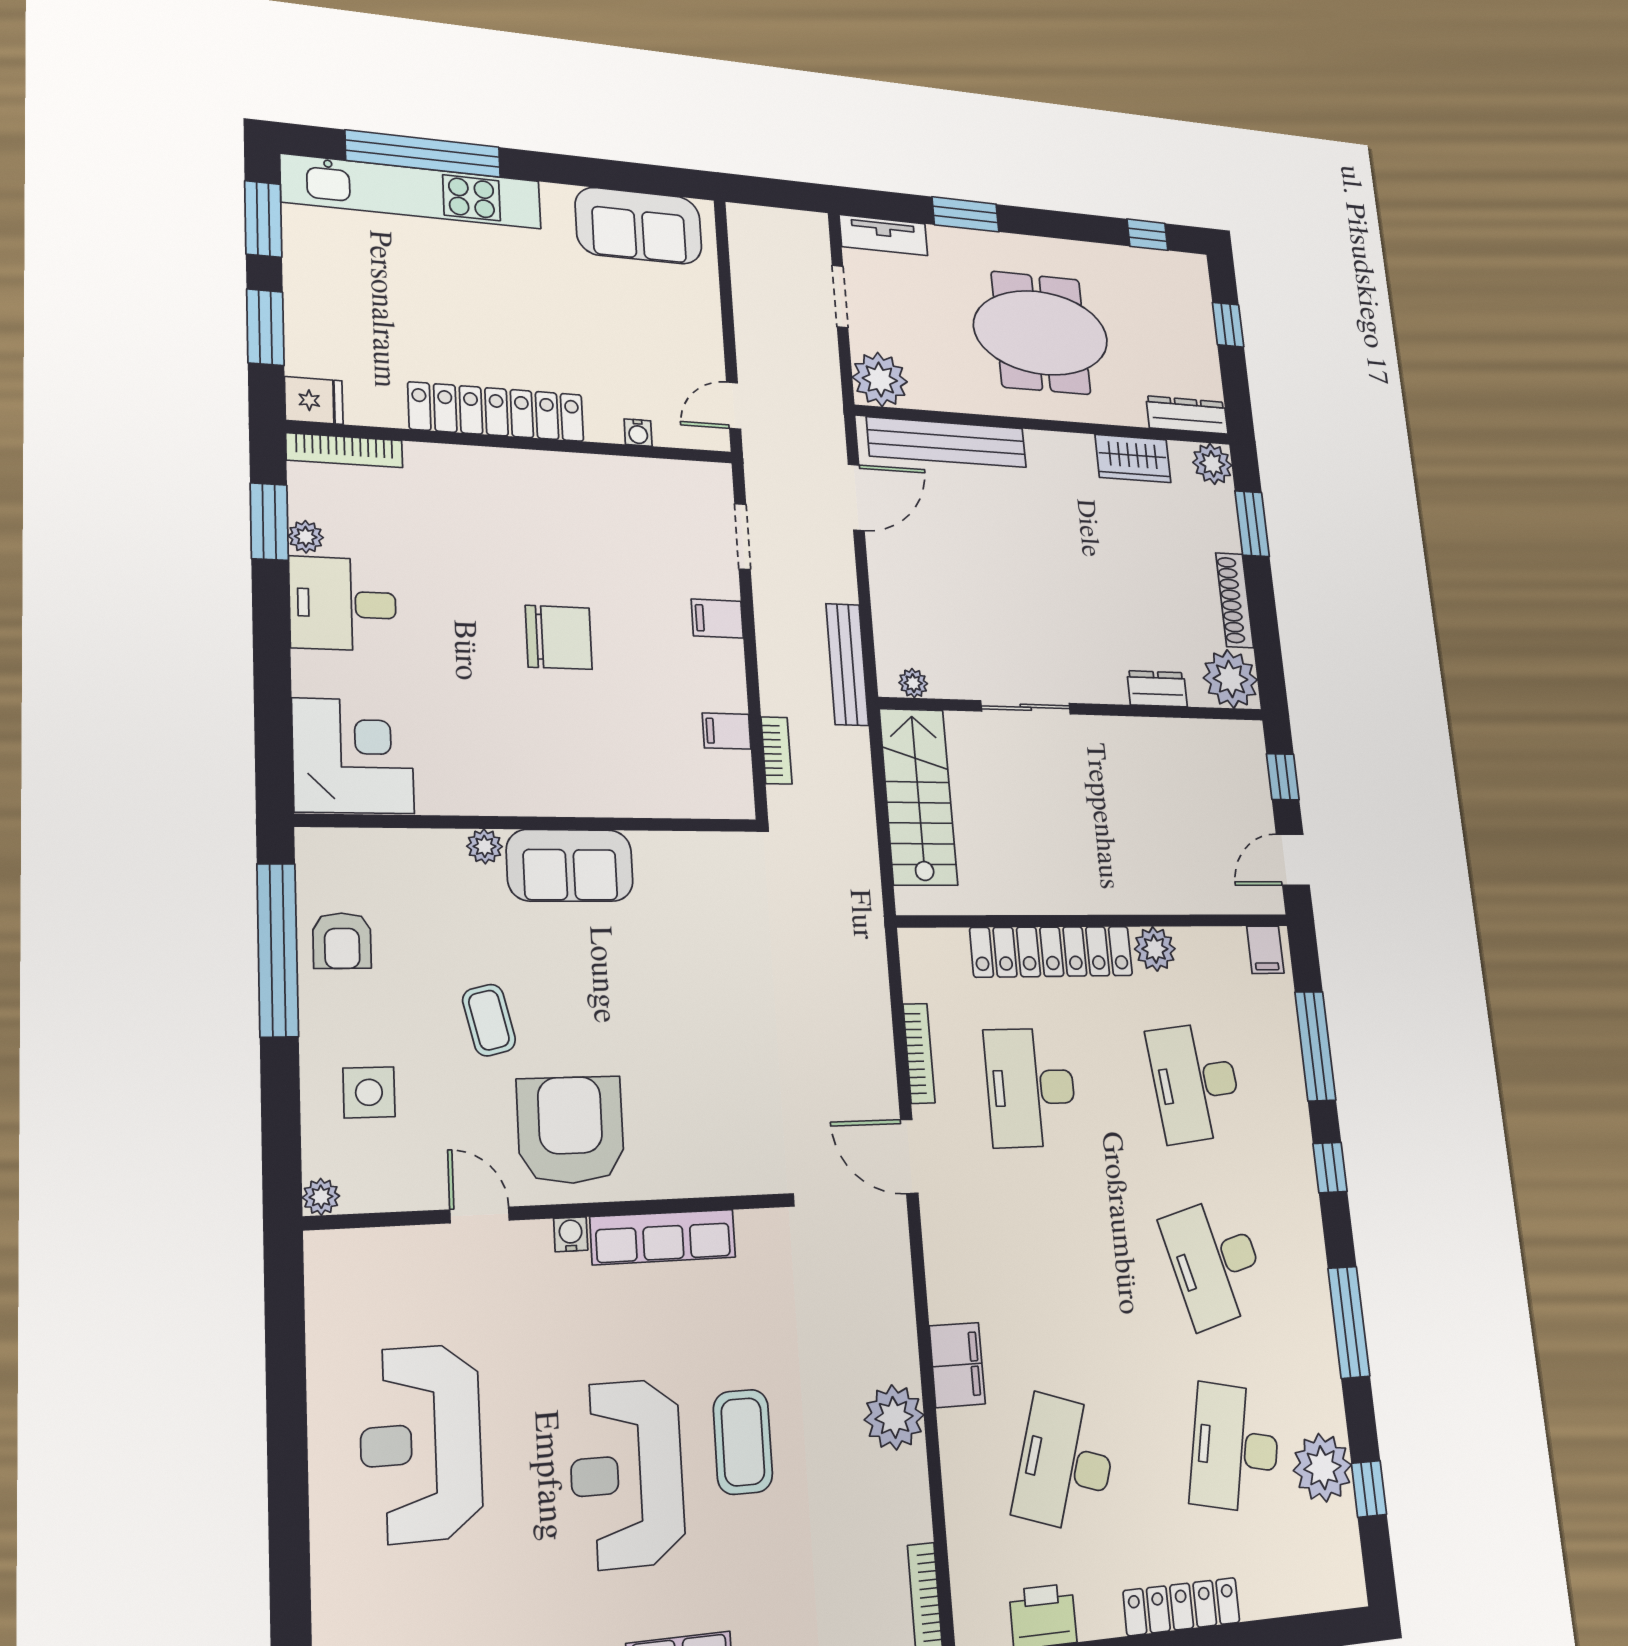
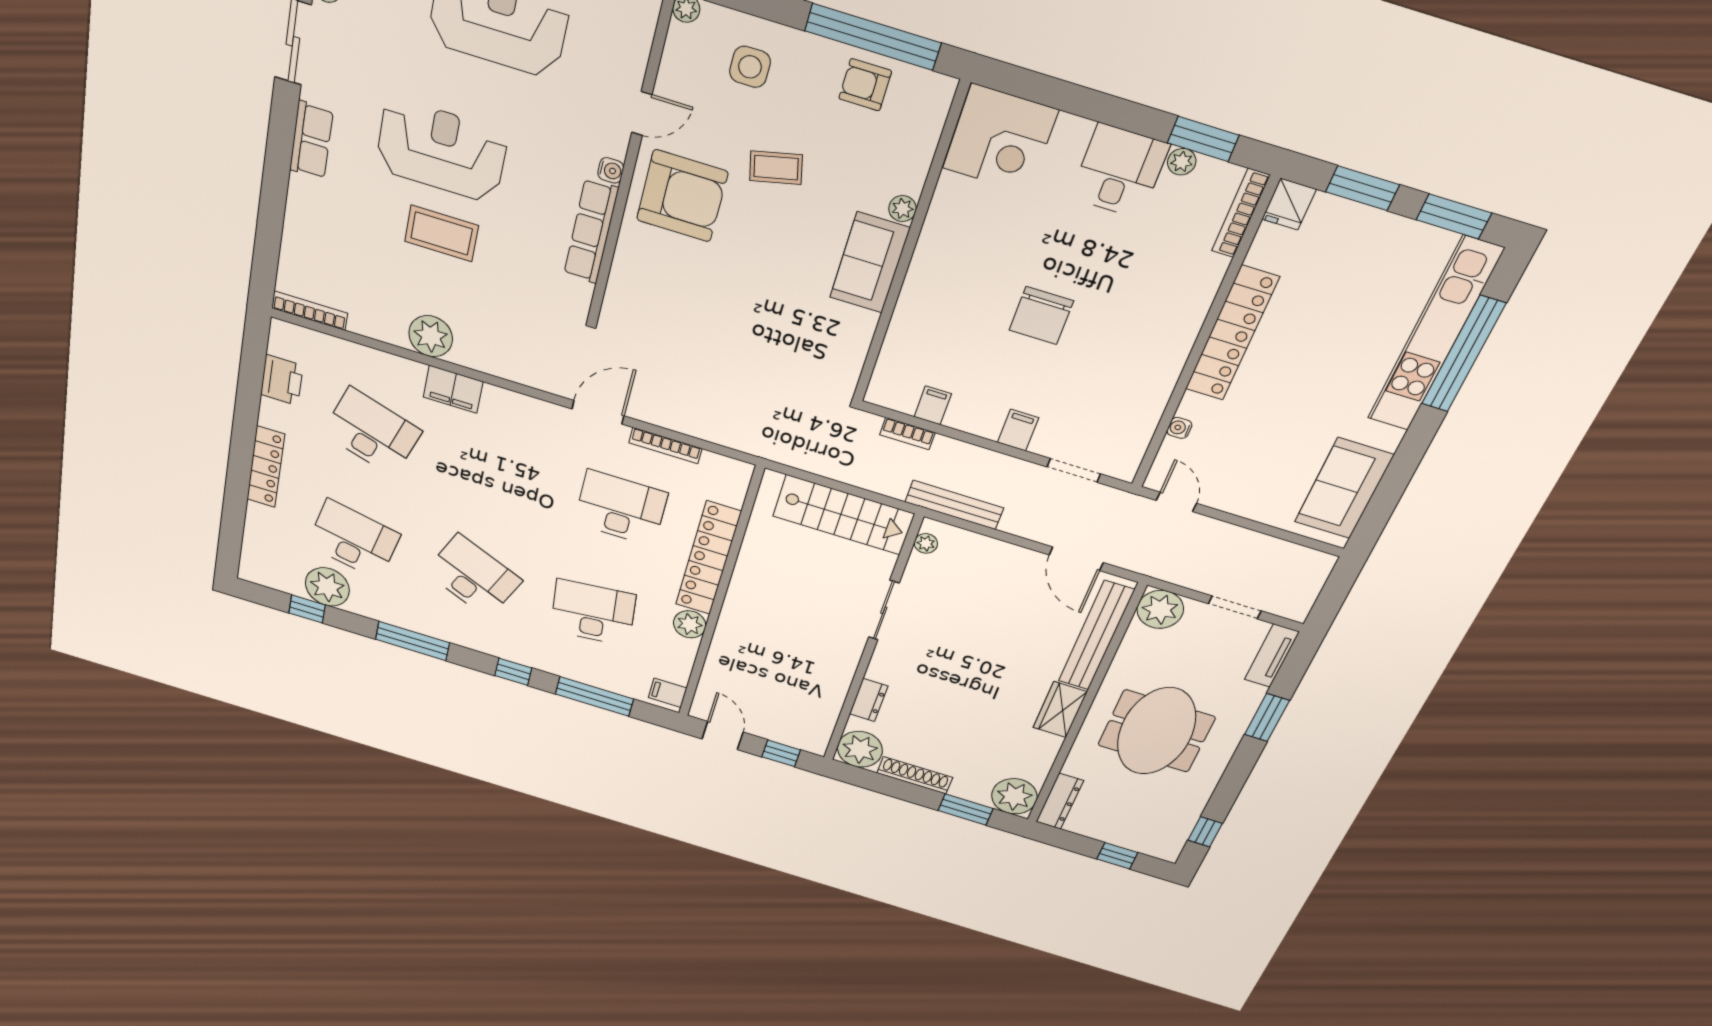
wardrobe: (1133, 459) -> (1060, 710), moved
plant: (1212, 464) -> (1014, 796), width x1.36, depth x1.36
desk: (1215, 1262) -> (473, 576), turned 39

